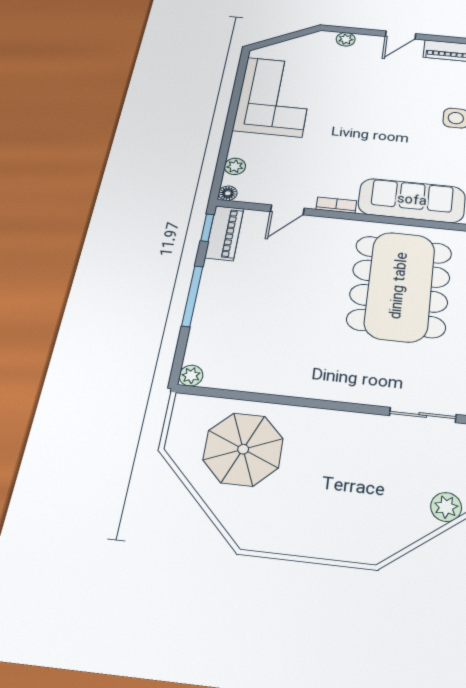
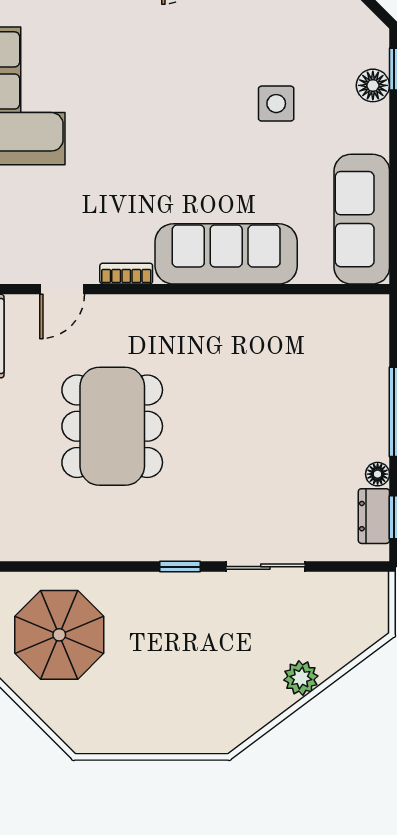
dining table: (400, 286) -> (112, 426), moved, width x0.73, depth x0.80
window: (352, 407) -> (180, 567), added

